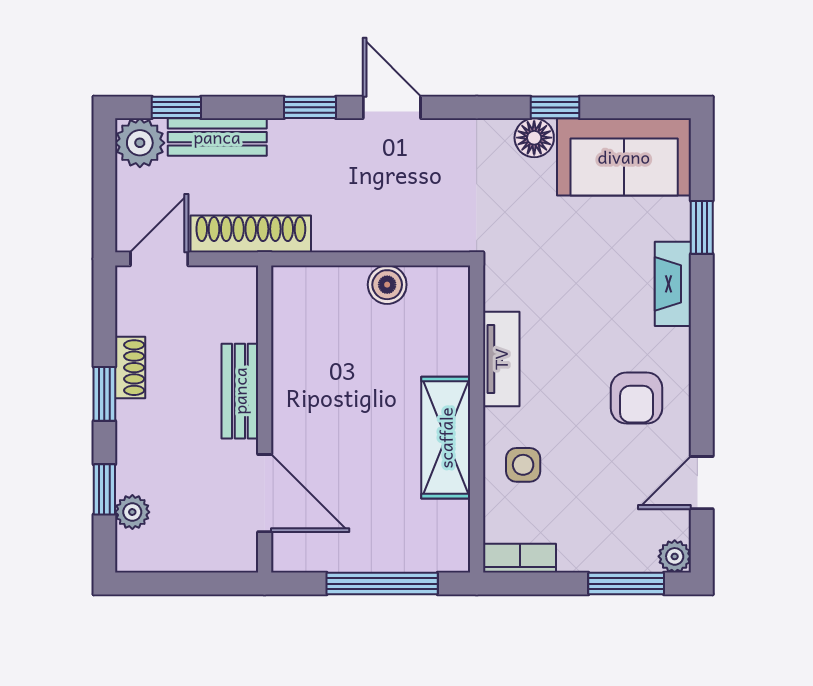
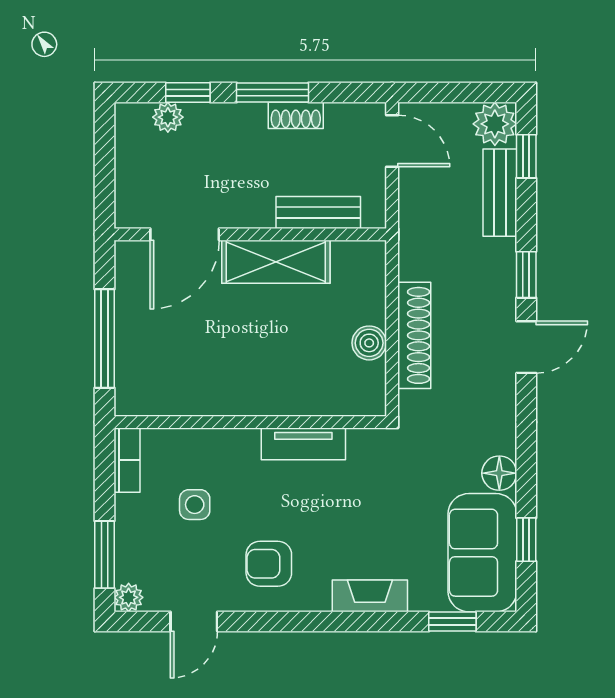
window: (555, 107) -> (526, 540), moved
window: (702, 227) -> (452, 622), moved
shoe rack: (251, 234) -> (414, 335), moved
bench: (240, 391) -> (318, 213), moved
window: (104, 394) -> (273, 93), width x1.50
shelving: (446, 438) -> (276, 262), moved
side table: (523, 465) -> (195, 505), moved
door: (702, 483) -> (194, 622), swing flipped

